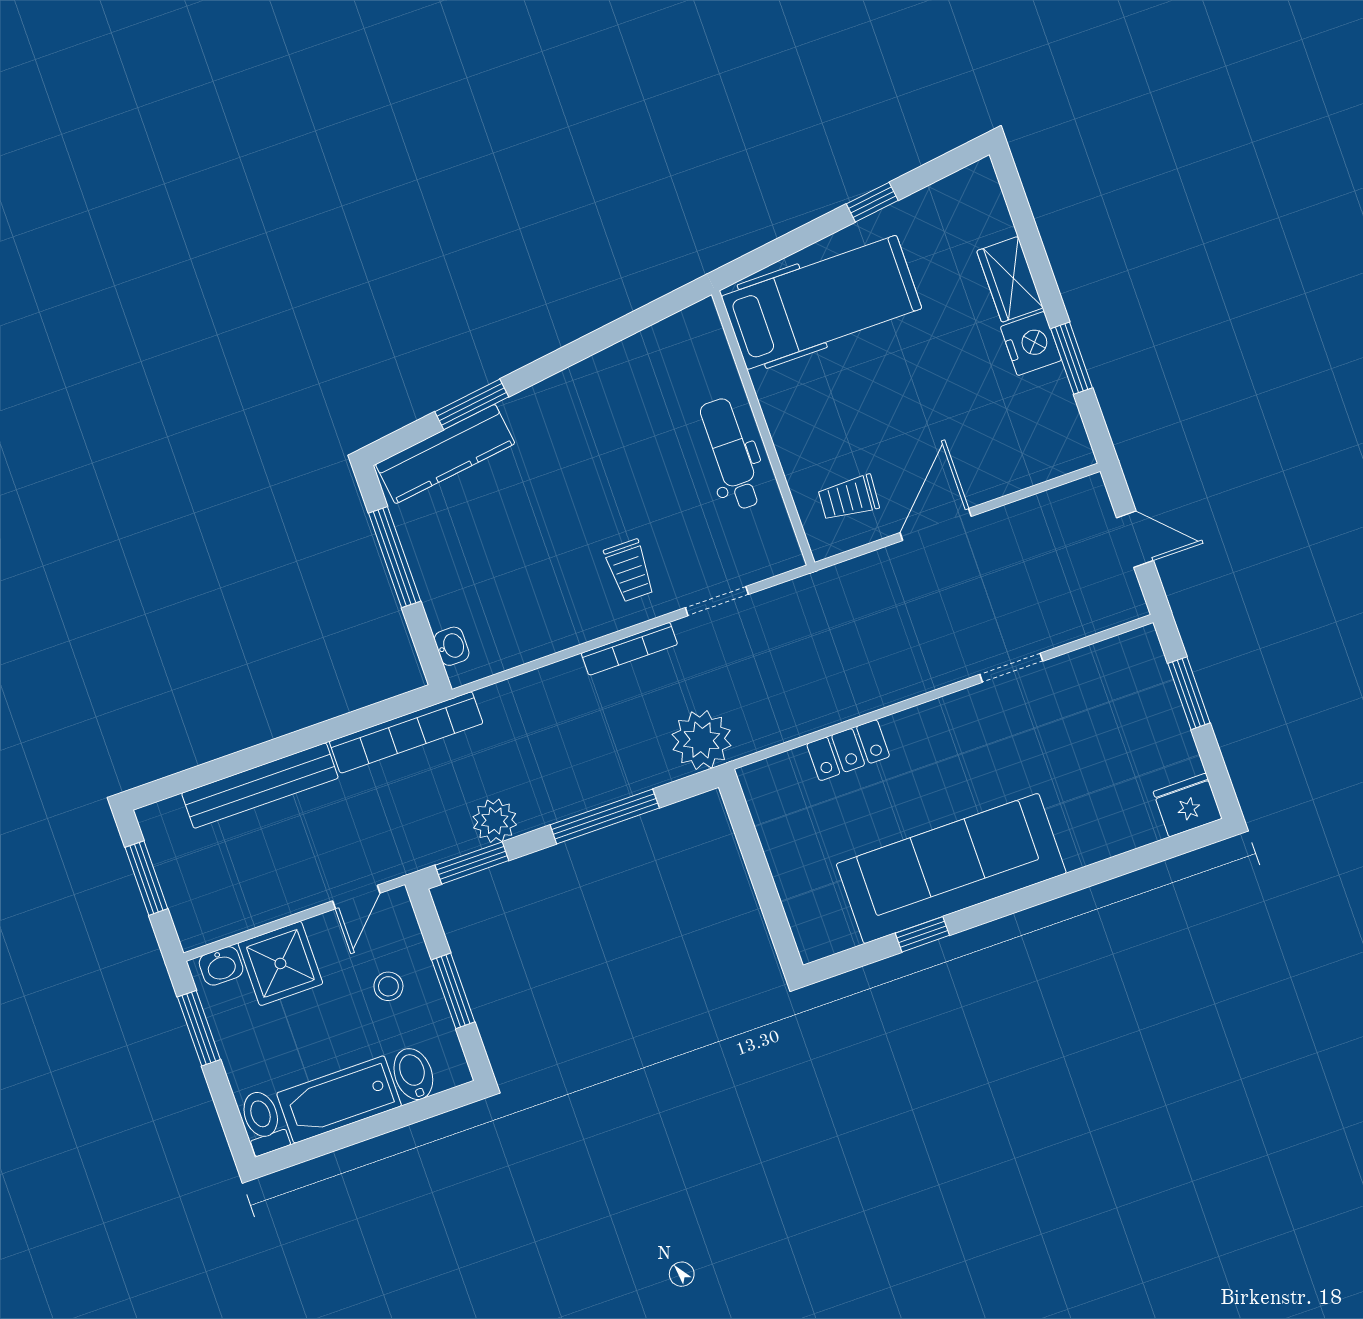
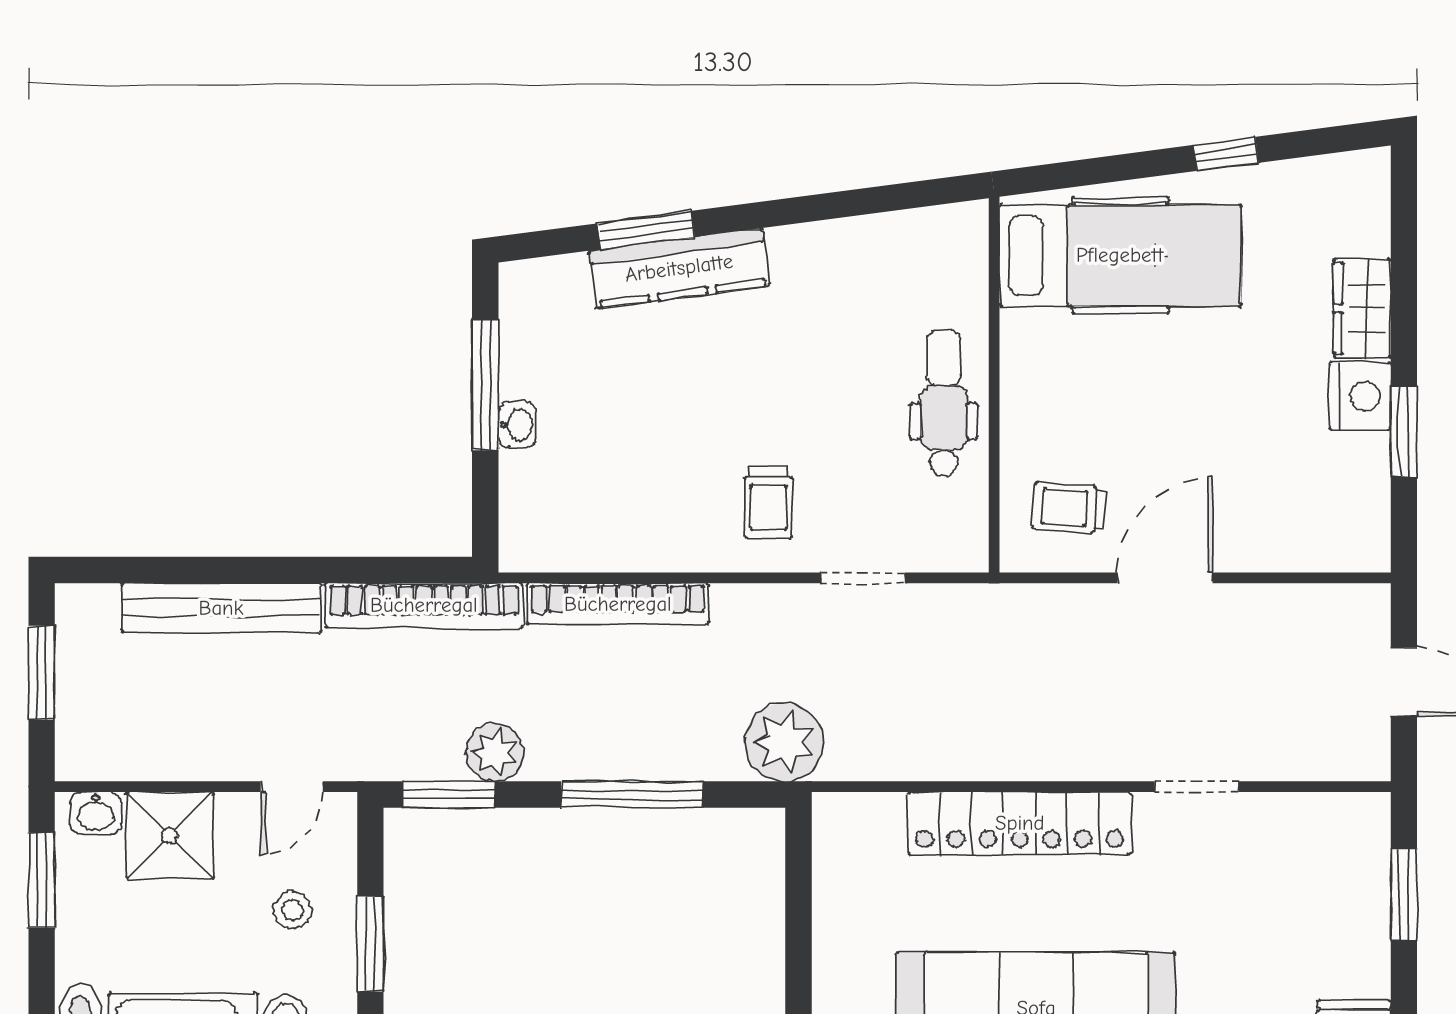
kitchen counter: (445, 454) -> (679, 268), moved
washbasin: (452, 646) -> (517, 425), moved
bookcase: (629, 649) -> (618, 604), moved, width x1.48, depth x1.31
locker: (848, 750) -> (1020, 823), width x2.16, depth x1.21

